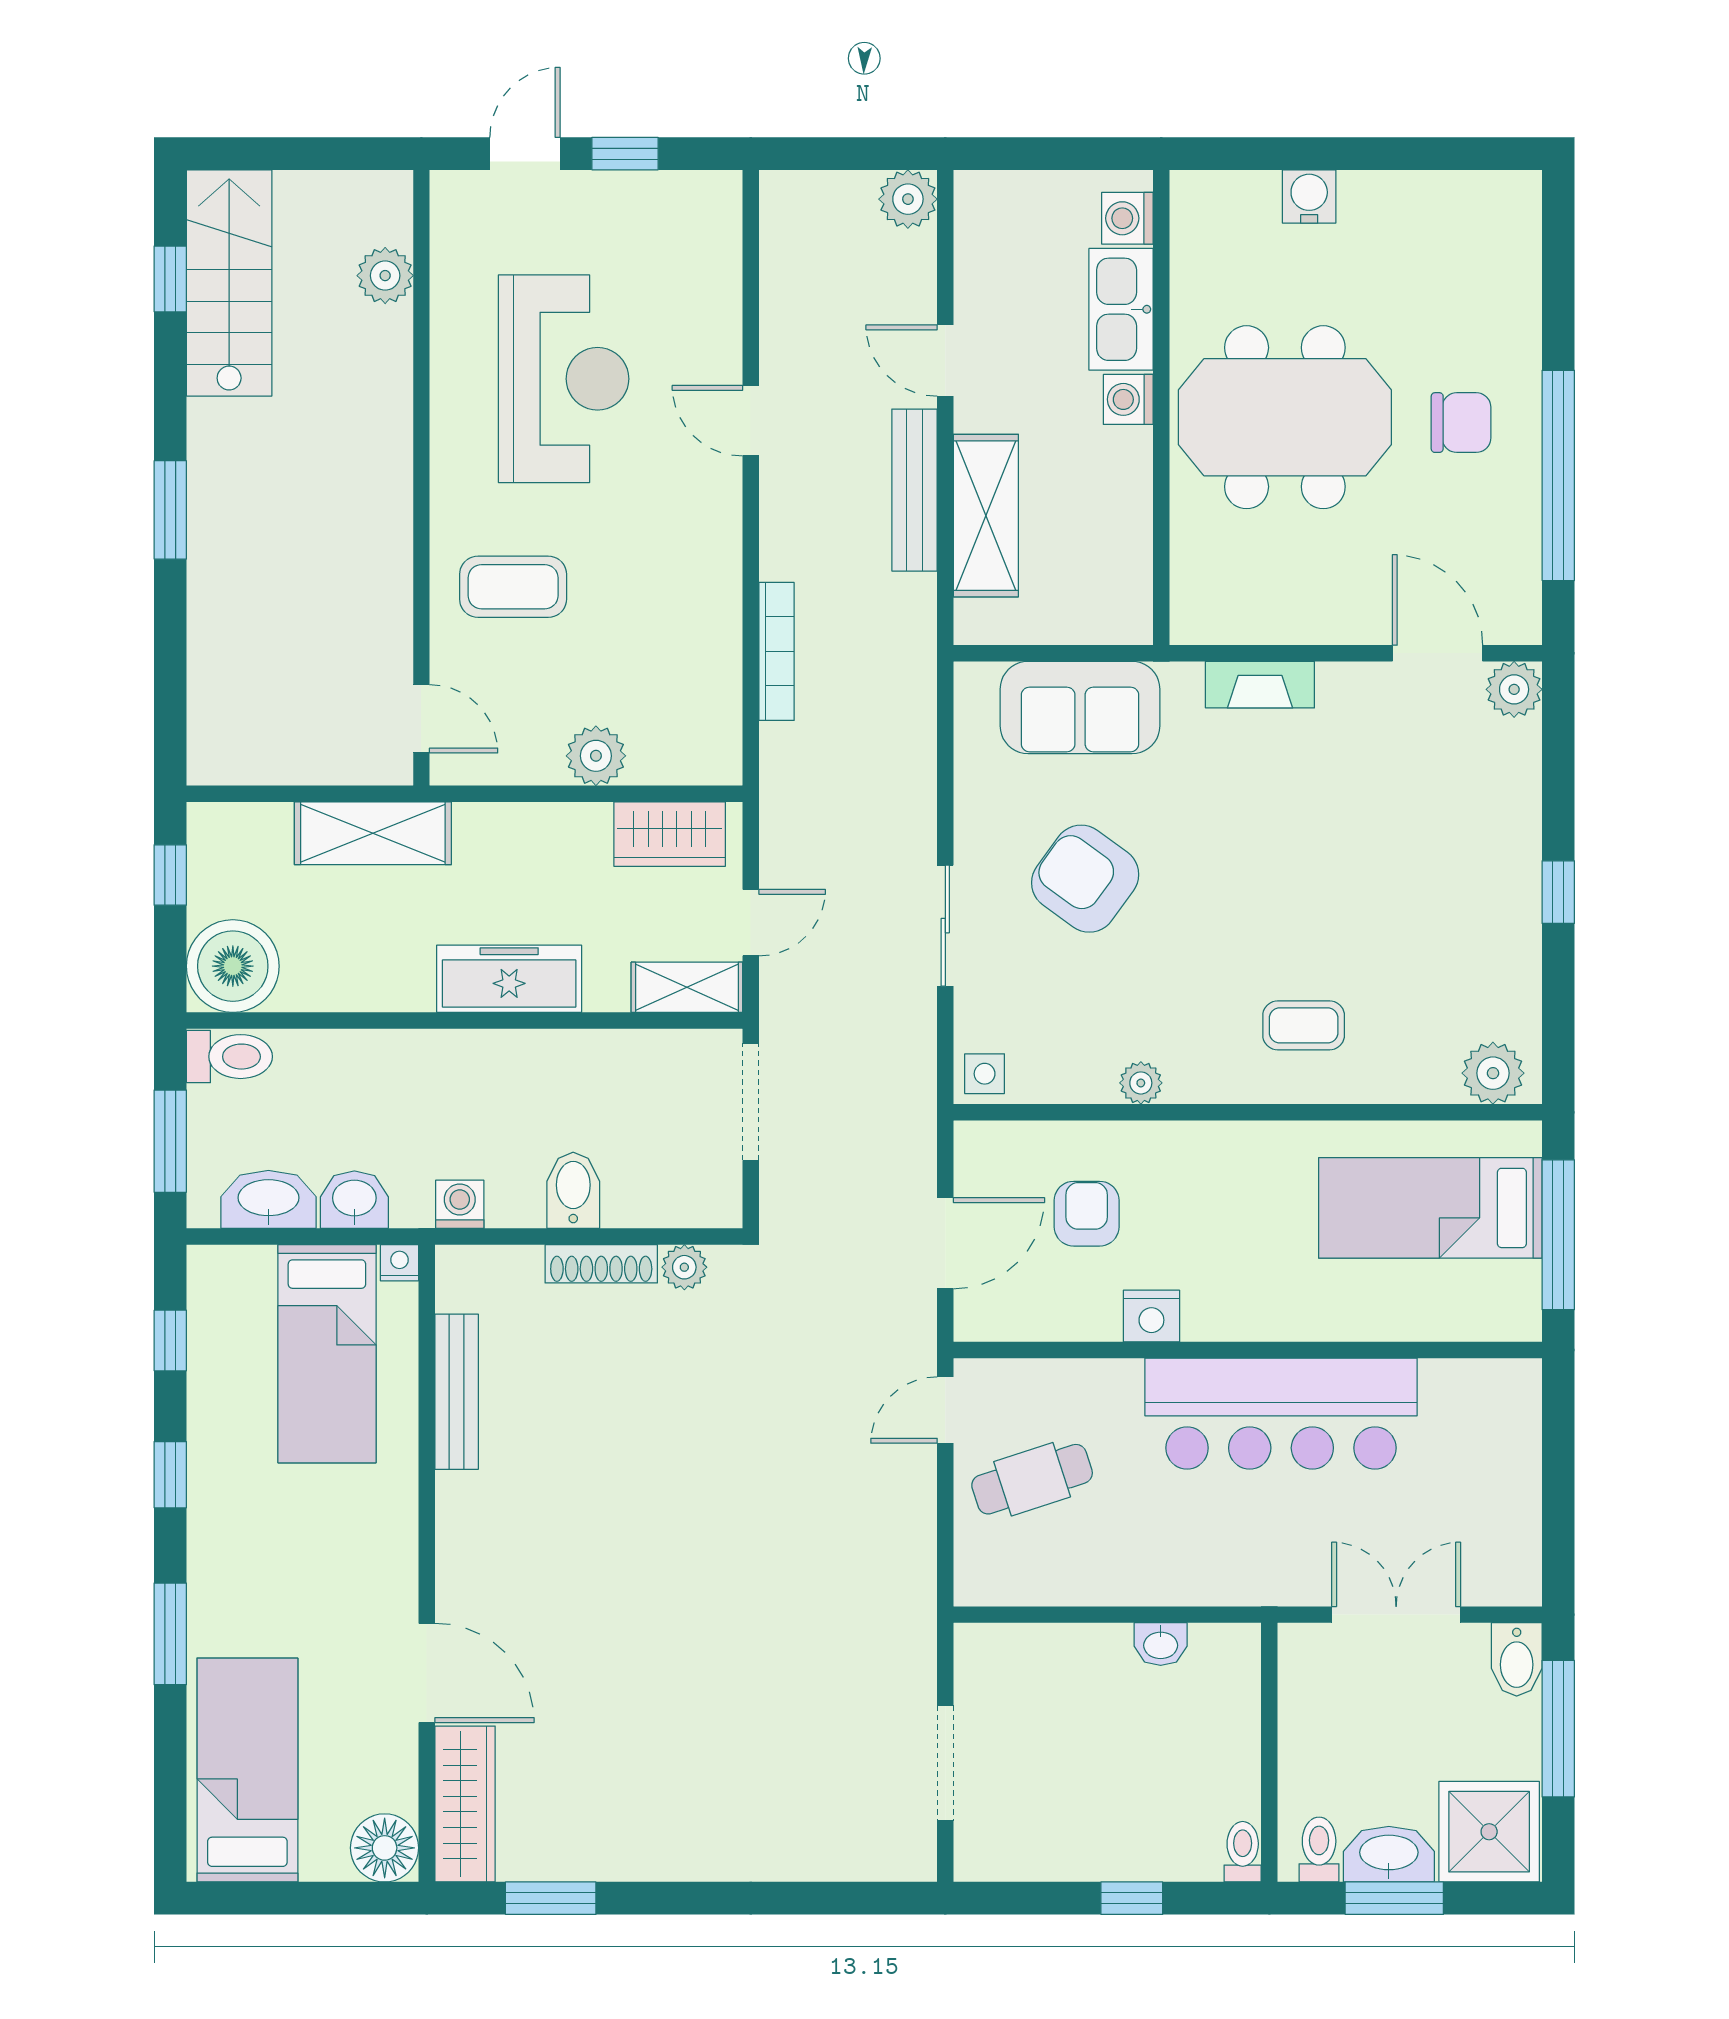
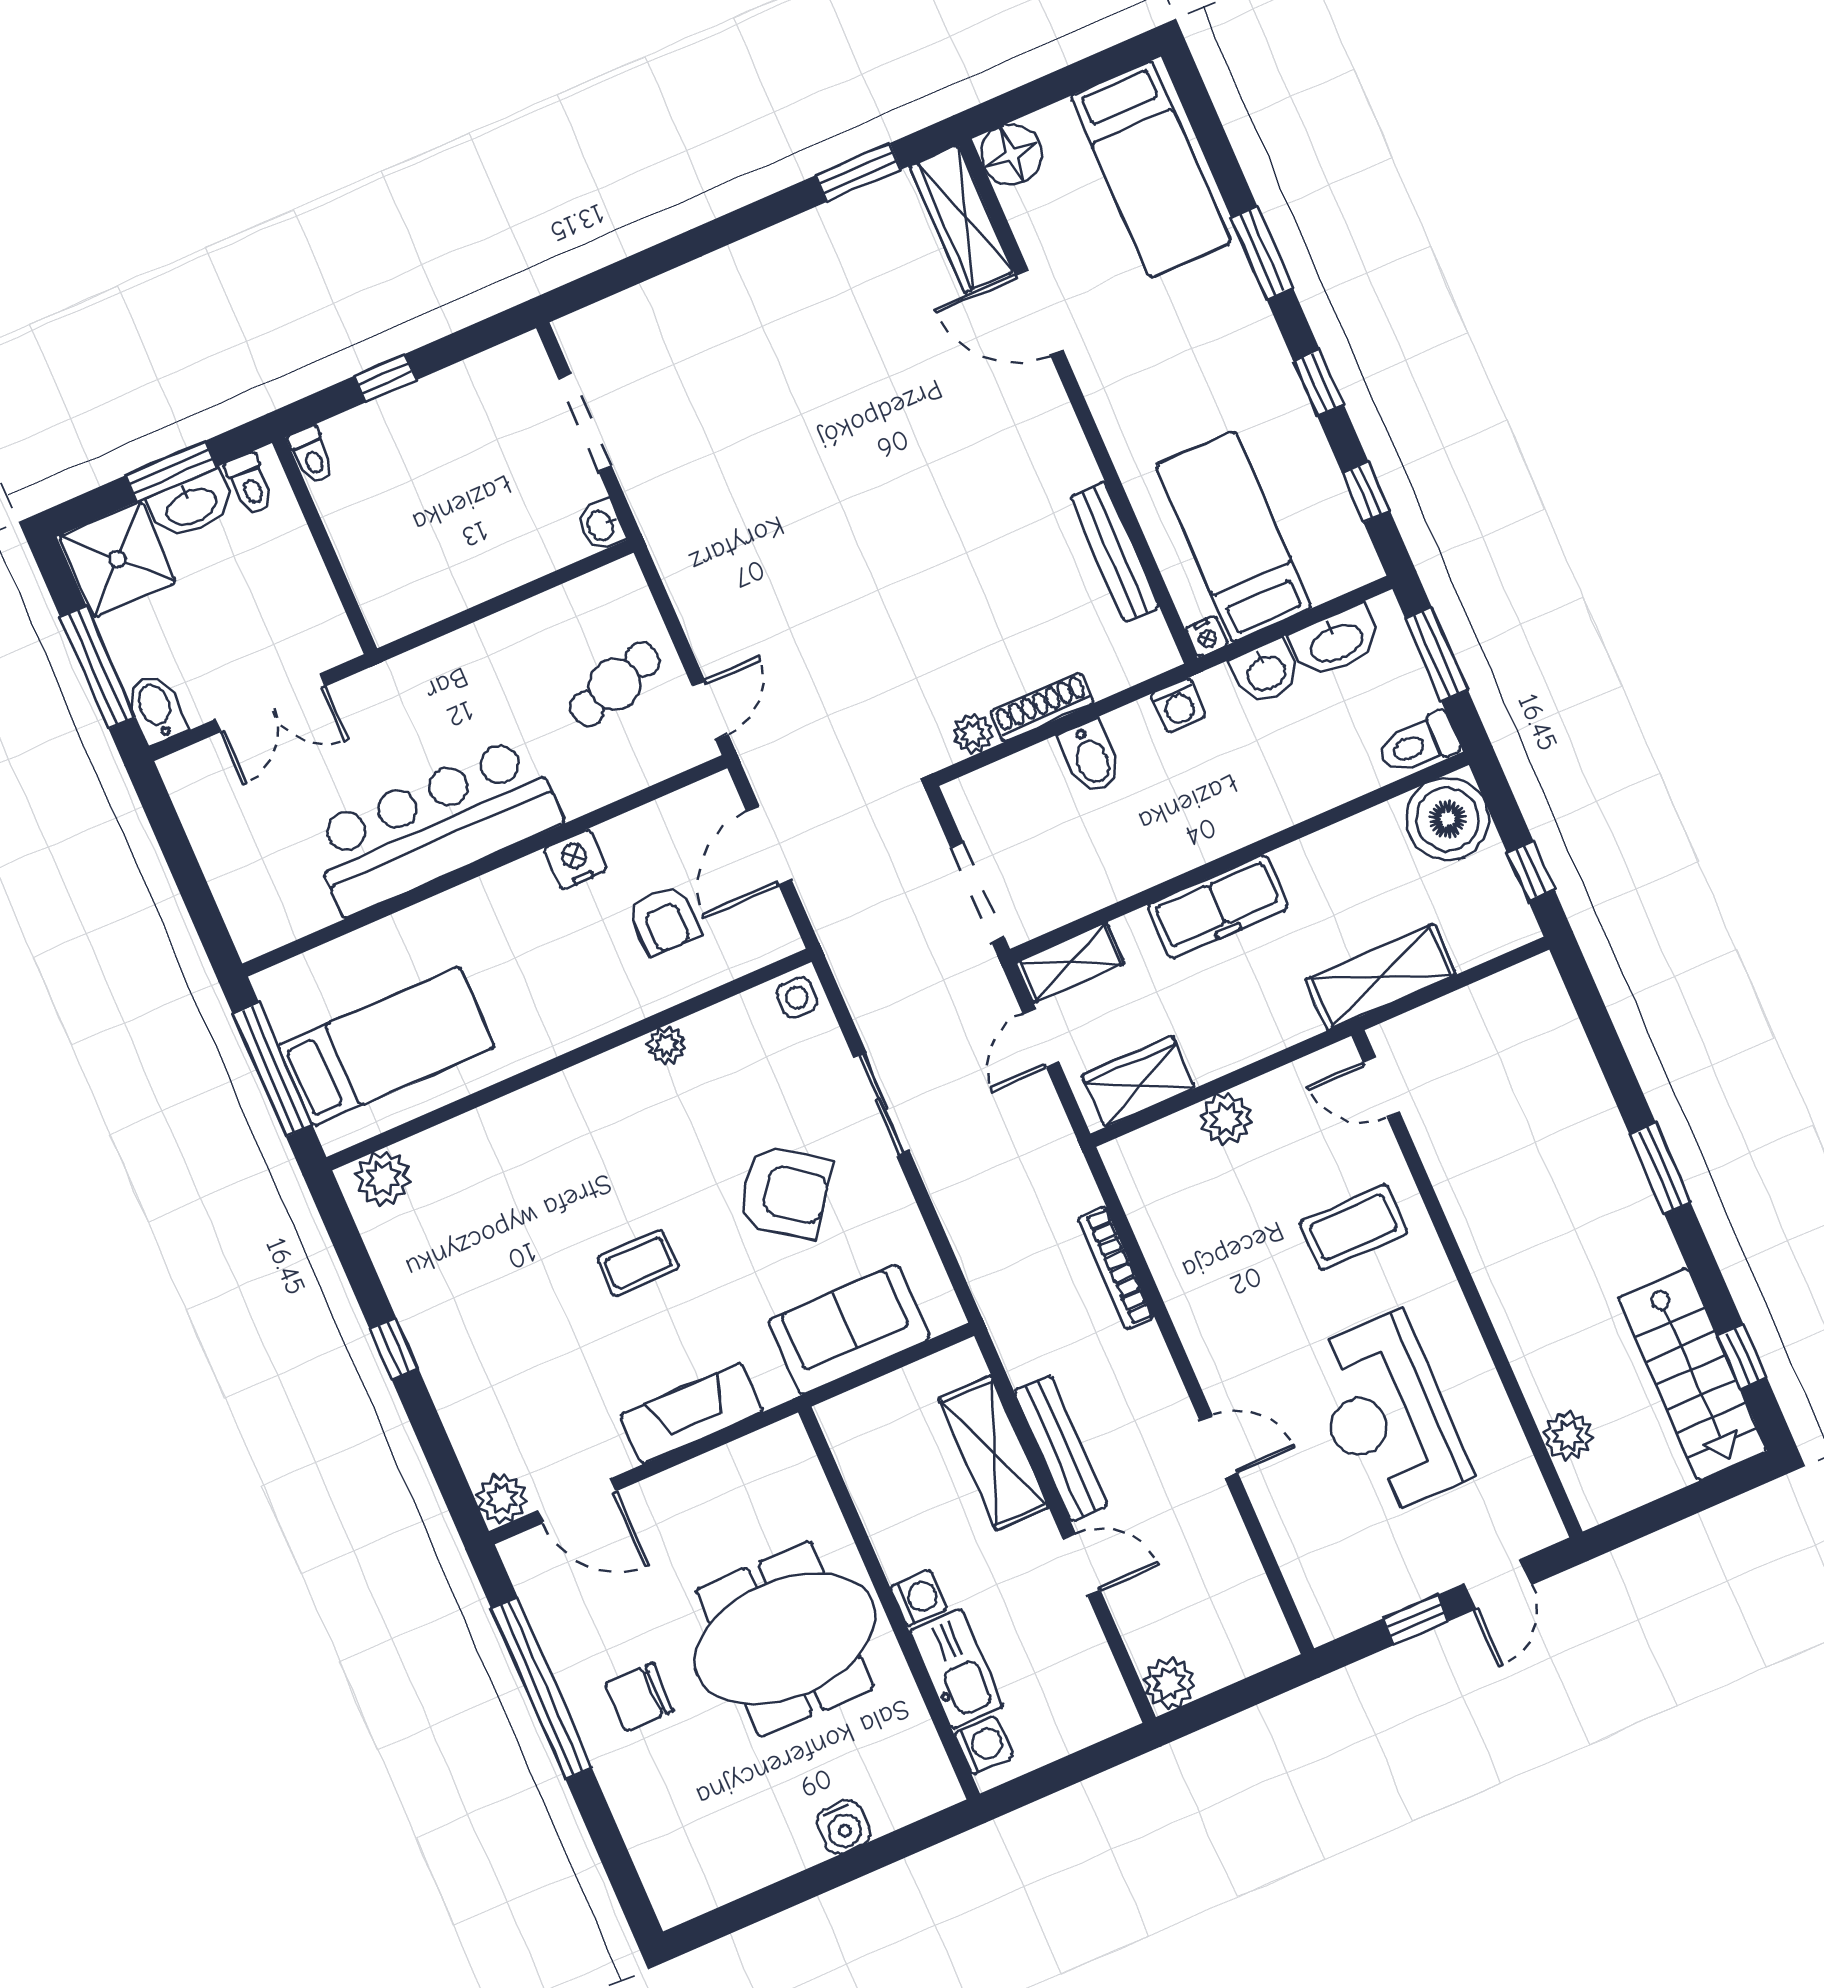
fireplace: (1260, 685) -> (691, 1413), width x1.37, depth x1.32
coffee table: (1304, 1025) -> (638, 1263), moved
washbasin: (1161, 1644) -> (601, 525), moved, turned -90

